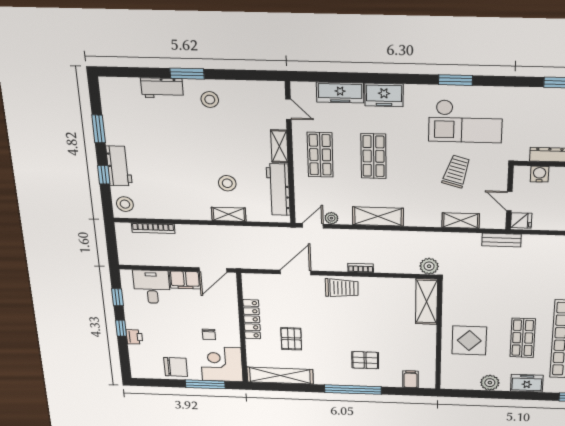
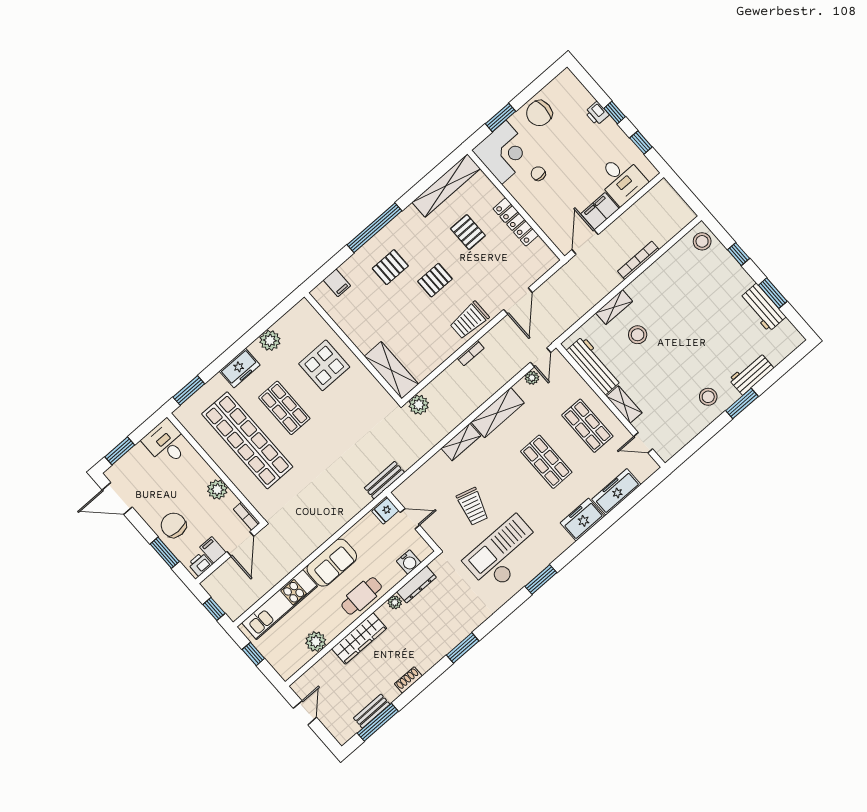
workbench: (119, 166) -> (763, 307), moved
shelving: (461, 220) -> (461, 442), moved
bookcase: (153, 228) -> (638, 260), moved
pallet: (342, 329) -> (435, 280), added
window: (205, 384) -> (500, 118), width x0.69

